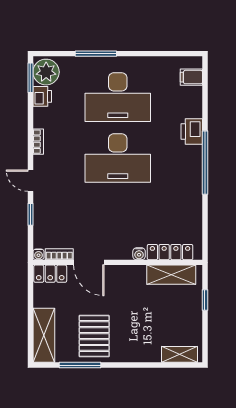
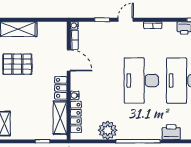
printer: (192, 131) -> (171, 132), moved
plant: (189, 206) -> (108, 130), added
door: (89, 262) -> (69, 60), swing flipped
locker: (50, 274) -> (61, 88), moved

